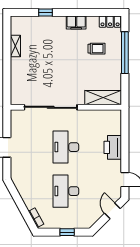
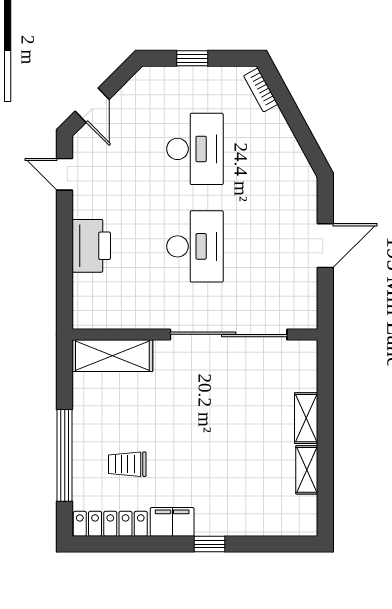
window: (46, 13) -> (209, 544), moved
locker: (110, 22) -> (110, 524), width x1.53
shelving: (16, 69) -> (306, 418), added

